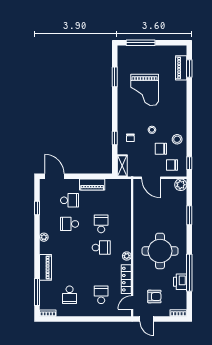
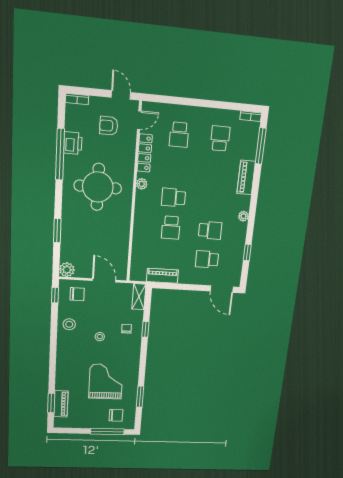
chair: (161, 149) -> (116, 415), moved
piano: (92, 184) -> (162, 276), moved

